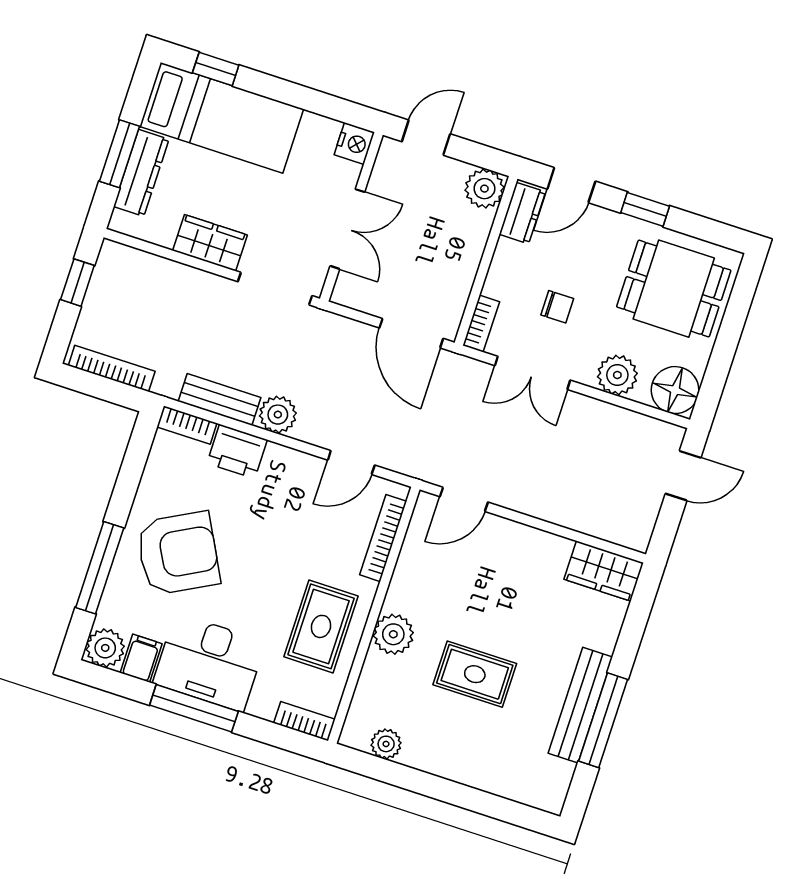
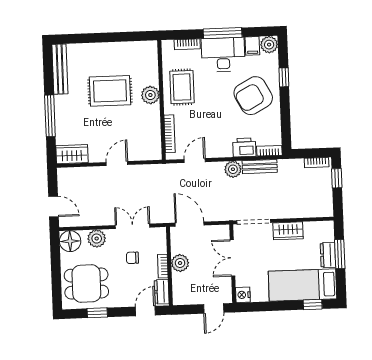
dresser: (141, 173) -> (328, 255), width x0.70
plant: (484, 189) -> (180, 263), moved
window: (645, 209) -> (97, 313), moved
window: (77, 283) -> (337, 178), moved
bookcase: (481, 324) -> (163, 266), moved
bookcase: (112, 368) -> (317, 163), width x0.64
door: (683, 476) -> (53, 207), swing flipped
door: (464, 499) -> (117, 164), moved
window: (100, 568) -> (284, 77), width x0.46
rug: (475, 674) -> (110, 91), width x1.36, depth x1.43
bench: (580, 705) -> (60, 69), moved
window: (603, 720) -> (50, 116), moved
bookcase: (305, 721) -> (187, 44), moved
plant: (386, 744) -> (136, 48), removed

